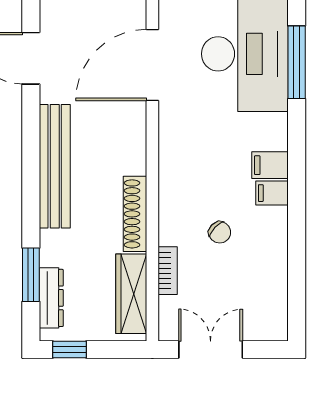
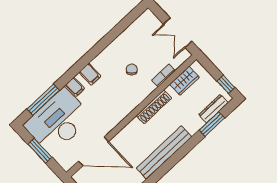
filing cabinet: (272, 193) -> (75, 87), moved
wardrobe: (131, 294) -> (184, 81), width x0.67

